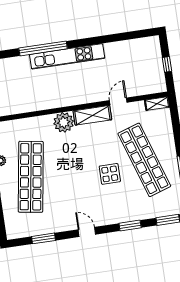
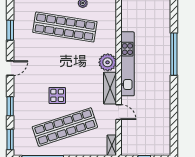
kitchen unit: (67, 56) -> (127, 64), moved, turned 180

